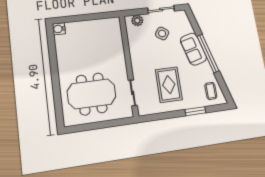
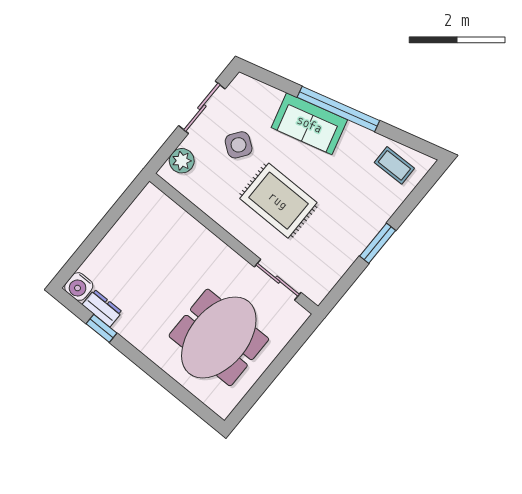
dresser: (60, 44) -> (102, 308), added
window: (52, 51) -> (101, 328), added
rug: (169, 85) -> (278, 201), moved
window: (195, 111) -> (378, 243), moved

